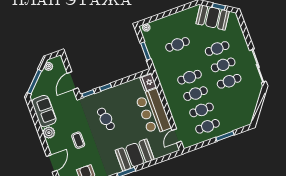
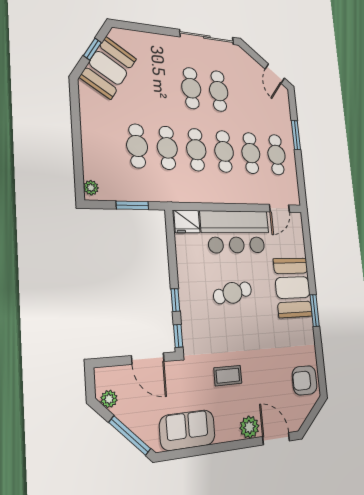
cafe table: (217, 49) -> (167, 148), moved
door: (257, 113) -> (275, 74), added
cafe table: (106, 119) -> (233, 293), moved
plant: (49, 133) -> (249, 427), moved
door: (177, 136) -> (279, 208), hinge flipped
coffee table: (78, 140) -> (228, 376), moved

